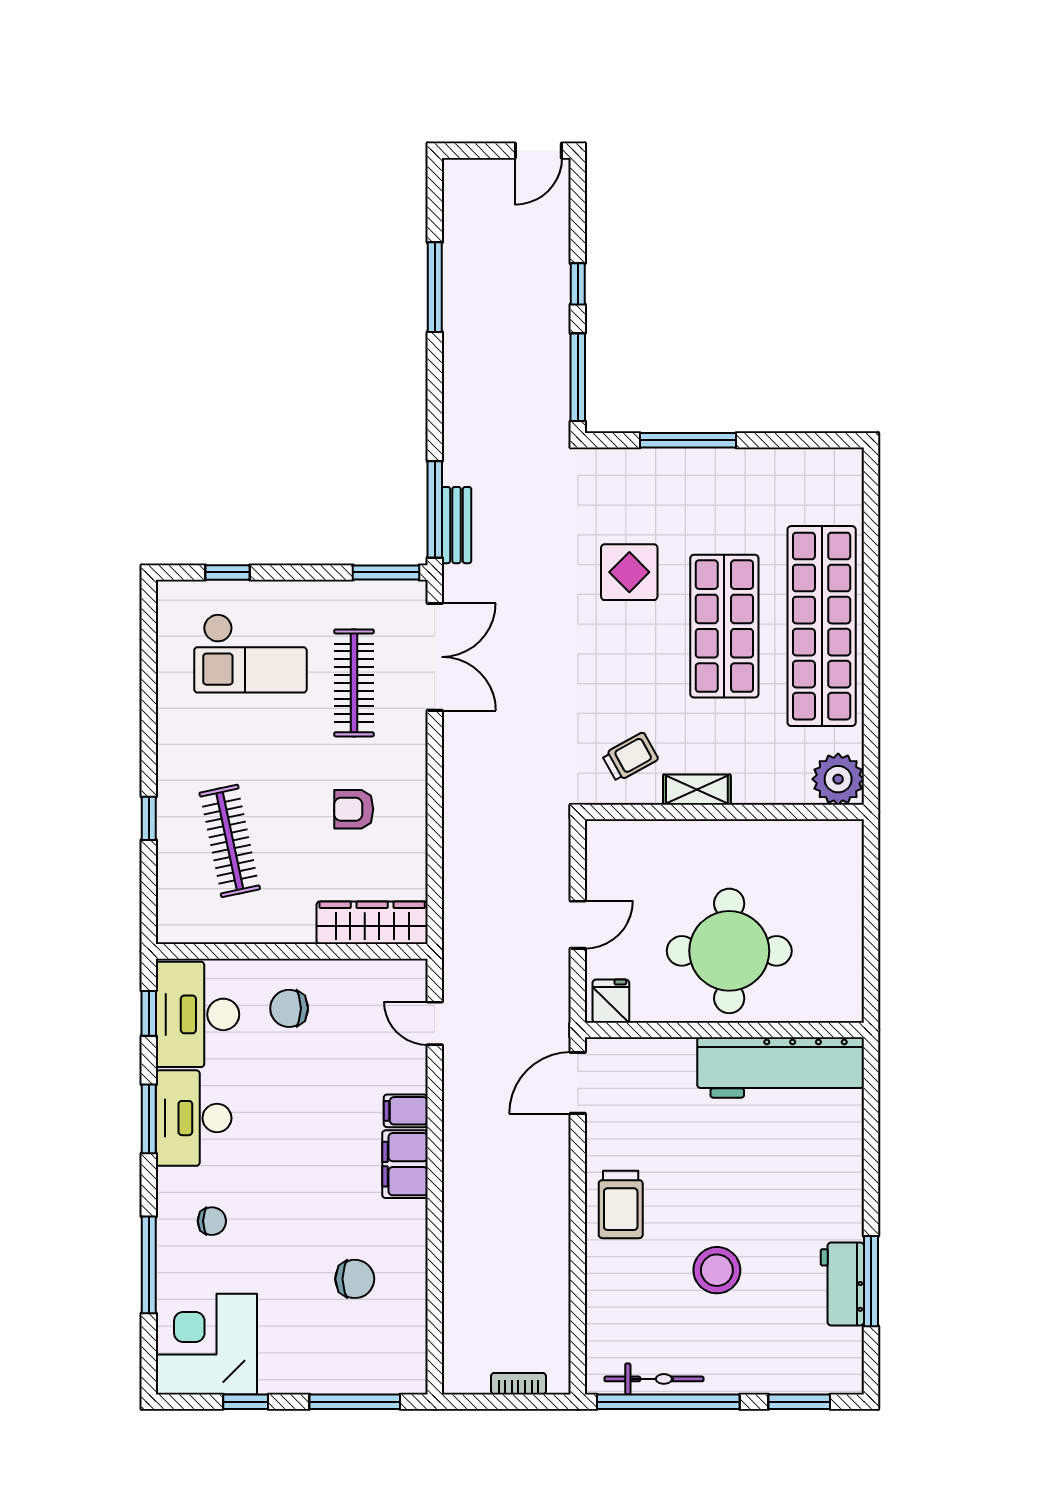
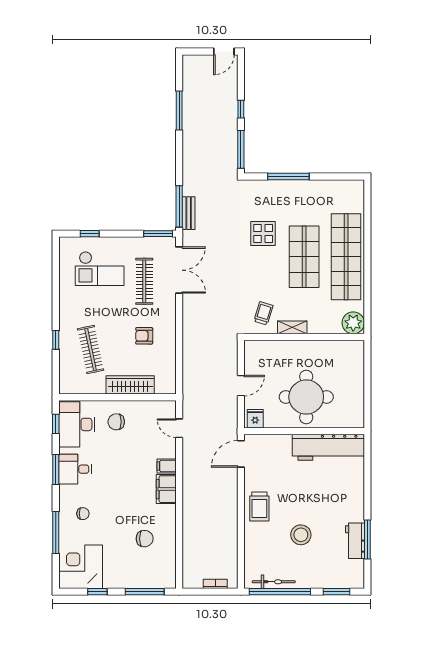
trolley: (630, 757) -> (263, 313), turned -44
wardrobe: (372, 923) -> (130, 385), moved
desk: (194, 1118) -> (75, 469), width x0.73

